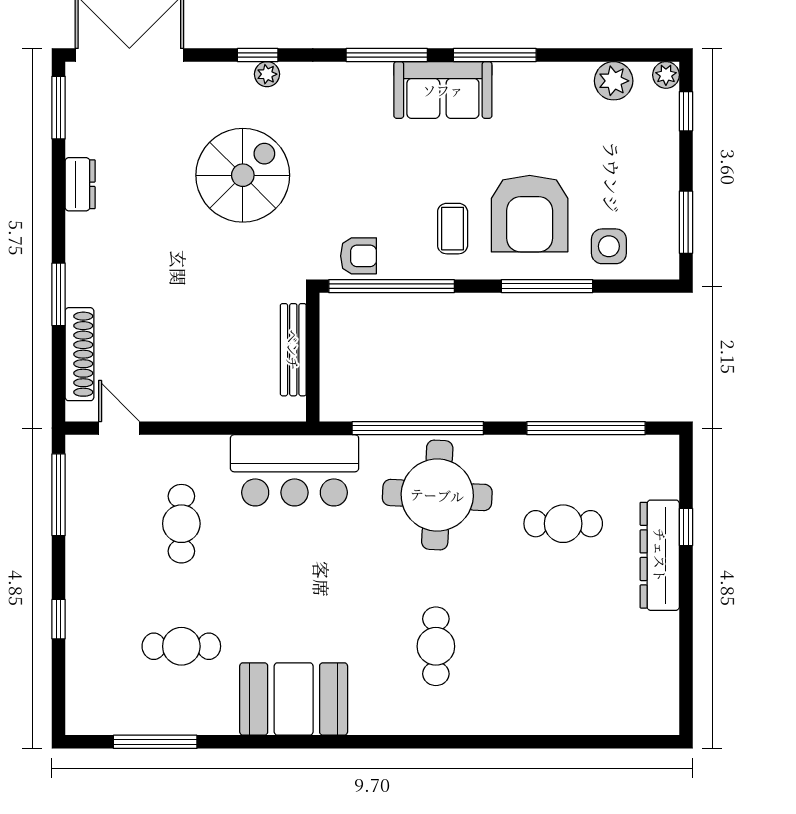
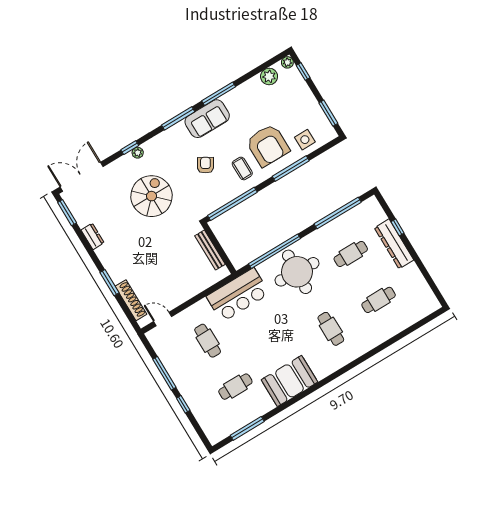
armchair: (358, 256) -> (205, 165), moved, turned -59
window: (59, 495) -> (164, 373), moved
cafe table: (563, 646) -> (379, 300), added

